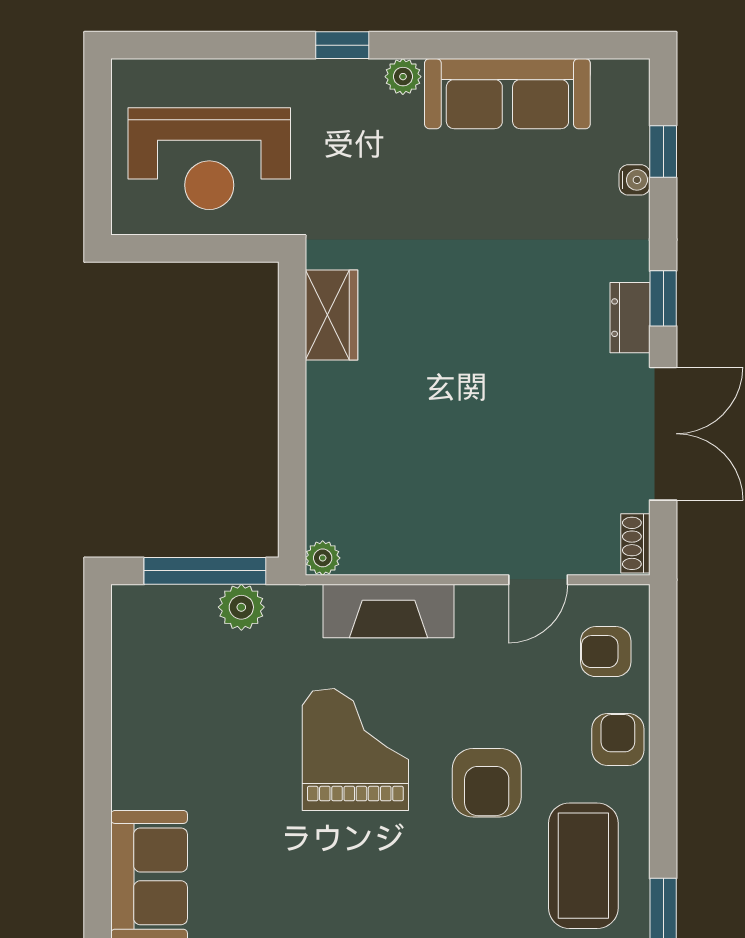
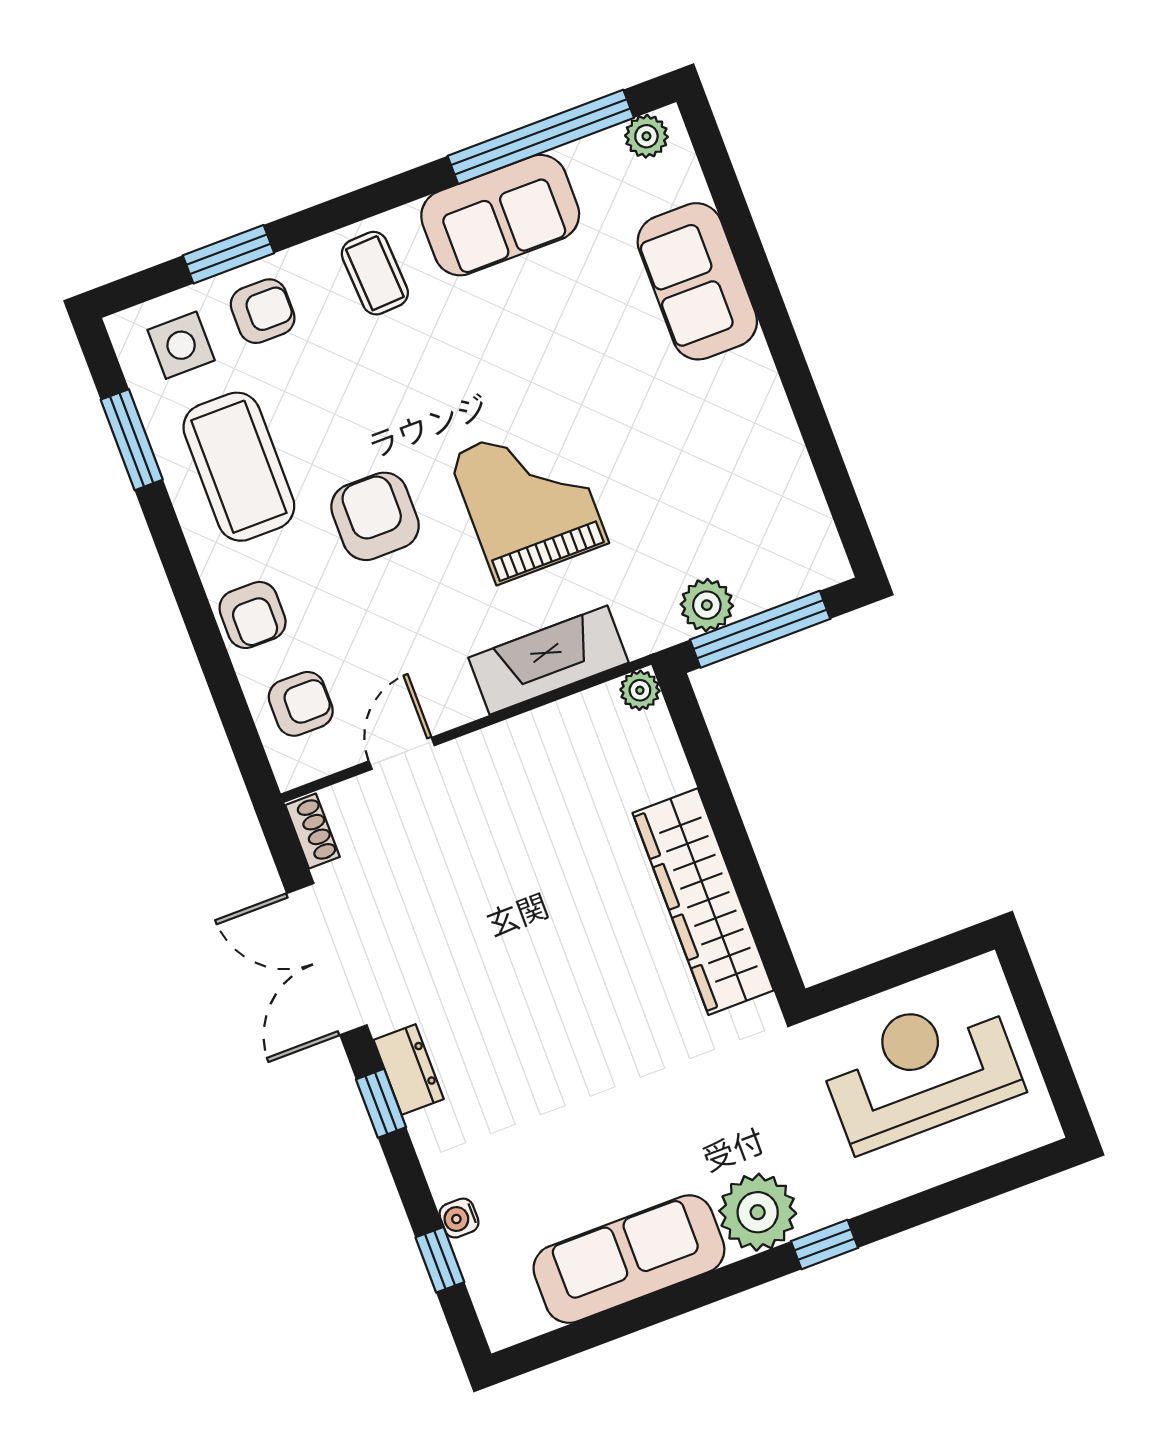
plant: (403, 77) -> (758, 1212), width x1.88, depth x1.88
wardrobe: (331, 315) -> (703, 902), width x2.10, depth x1.17
grand piano: (355, 750) -> (528, 499), turned 180

